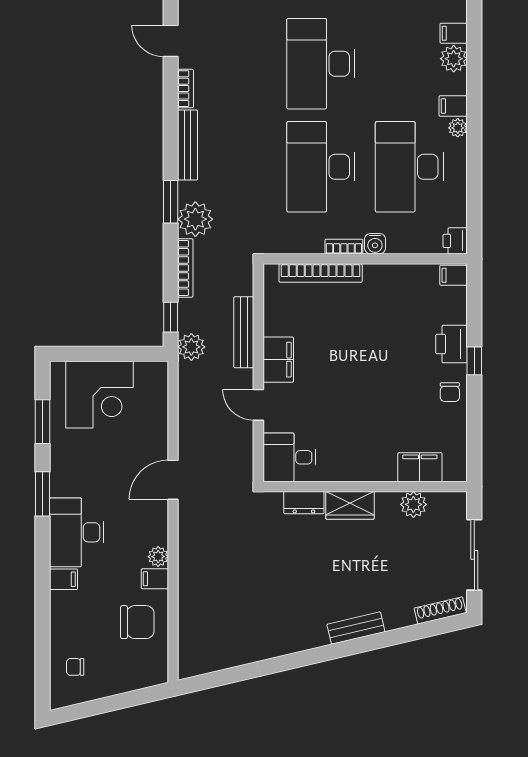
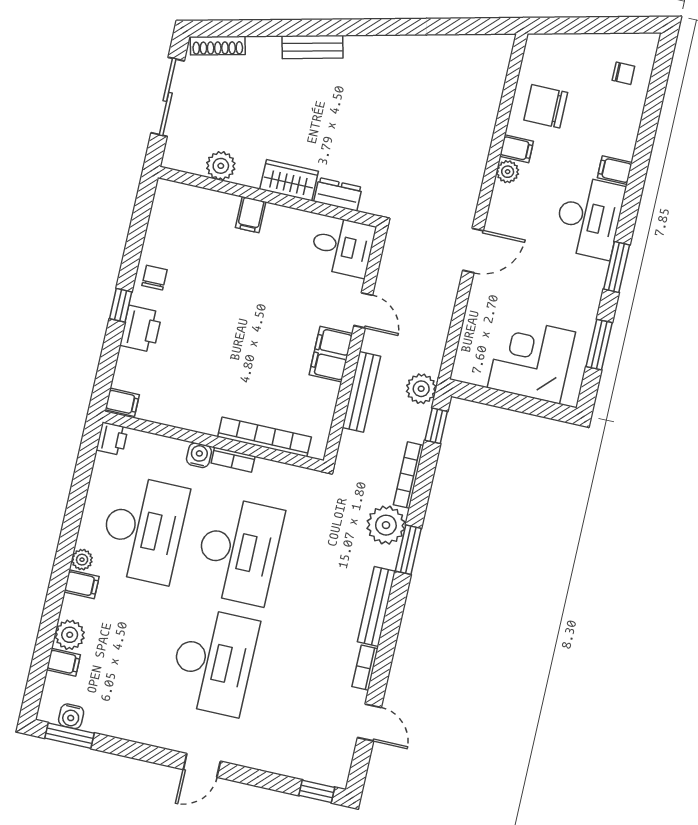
filing cabinet: (420, 467) -> (251, 215), moved, width x0.50

